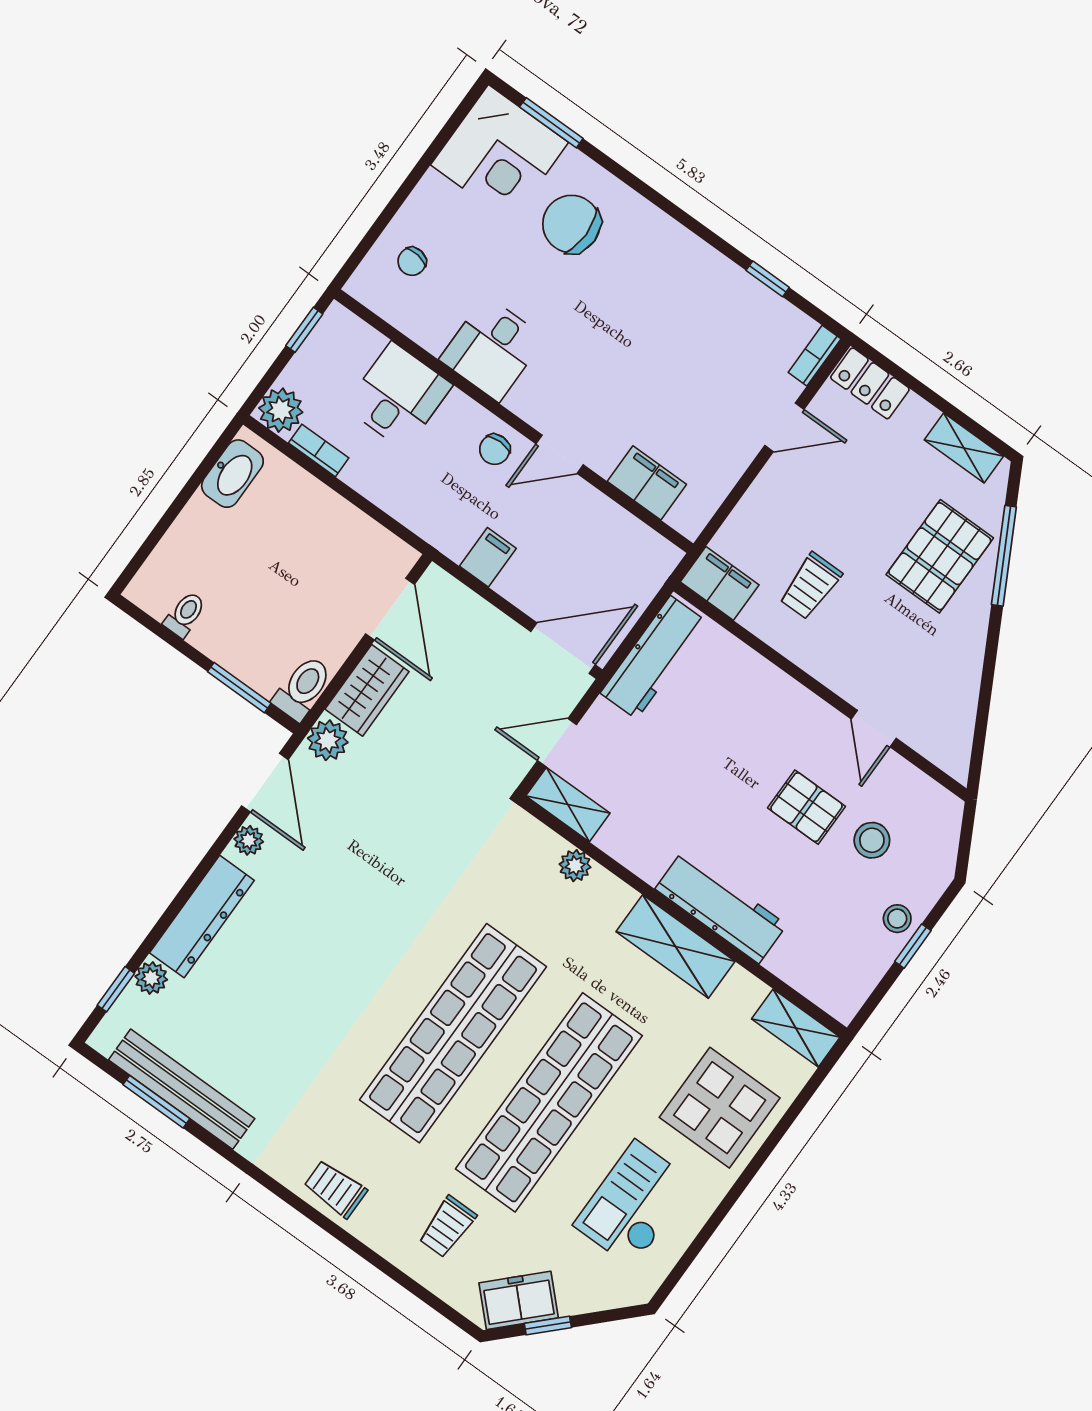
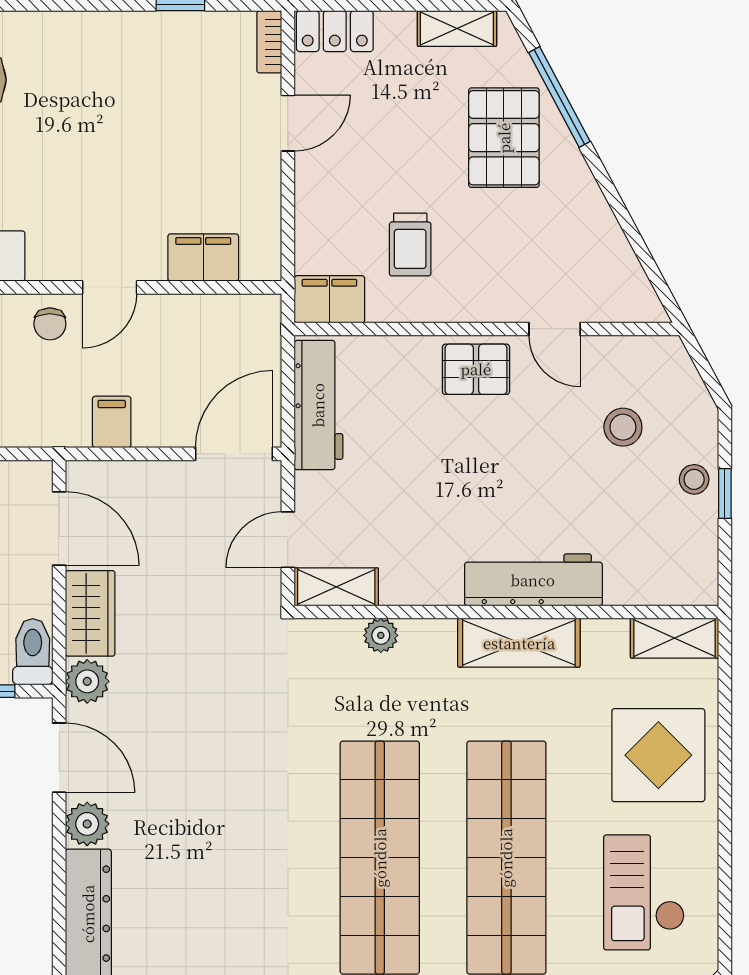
pallet: (807, 807) -> (476, 369), moved
plant: (249, 840) -> (87, 824), width x1.38, depth x1.38

